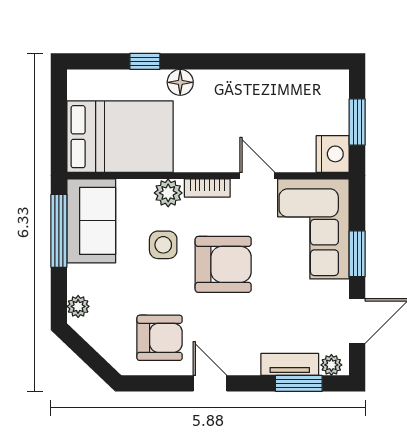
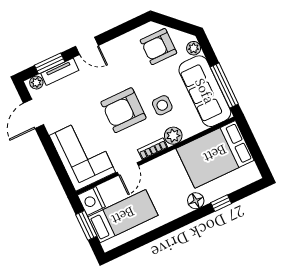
bed: (297, 110) -> (123, 216), added
door: (257, 176) -> (128, 169), hinge flipped
sofa: (91, 221) -> (205, 91), width x1.36
window: (357, 254) -> (51, 152), removed
armchair: (160, 338) -> (158, 47), moved
door: (210, 383) -> (87, 46), moved

